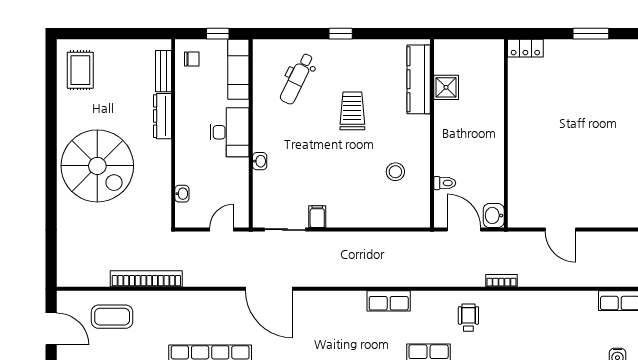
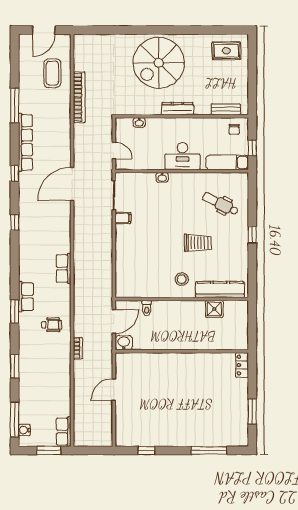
dresser: (162, 116) -> (178, 109), moved
stool: (395, 172) -> (182, 279), moved

